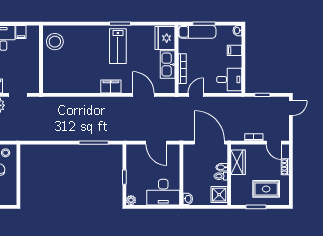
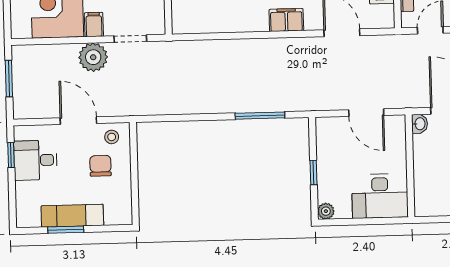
washbasin: (188, 199) -> (420, 124), moved

